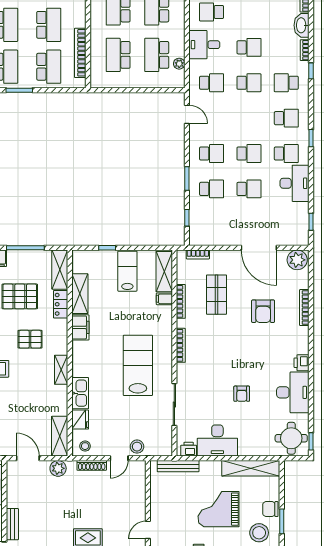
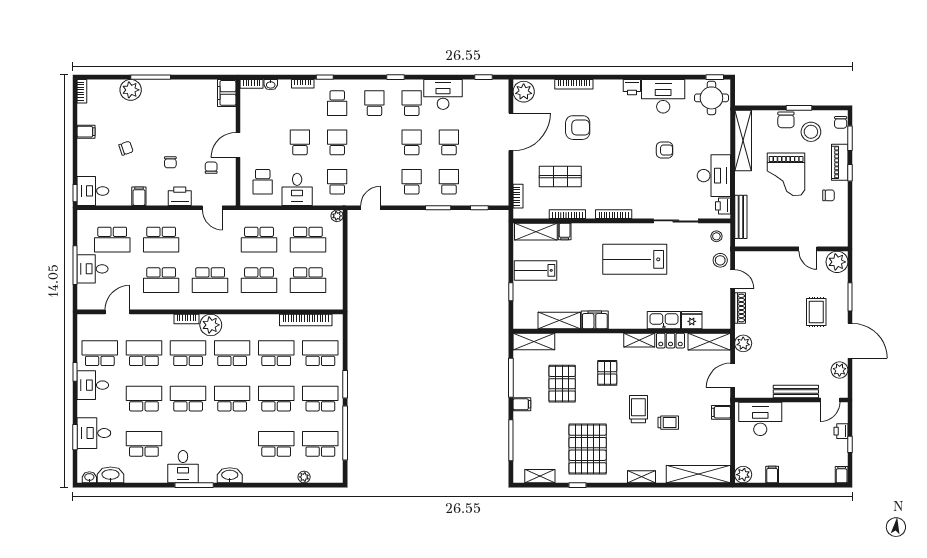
washbasin: (302, 25) -> (271, 85), width x0.52, depth x0.69
plant: (179, 64) -> (337, 216), moved
locker: (61, 304) -> (671, 341), moved
stool: (85, 446) -> (716, 236), moved
bench: (12, 524) -> (796, 392), width x1.36

